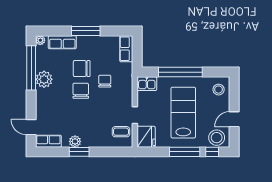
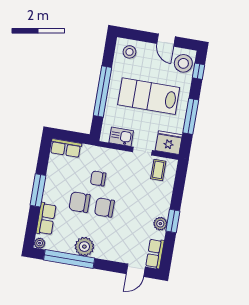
chair: (82, 69) -> (80, 202), turned 90
kitchen sink: (147, 84) -> (121, 137), moved, turned -90
window: (185, 152) -> (191, 116), moved

